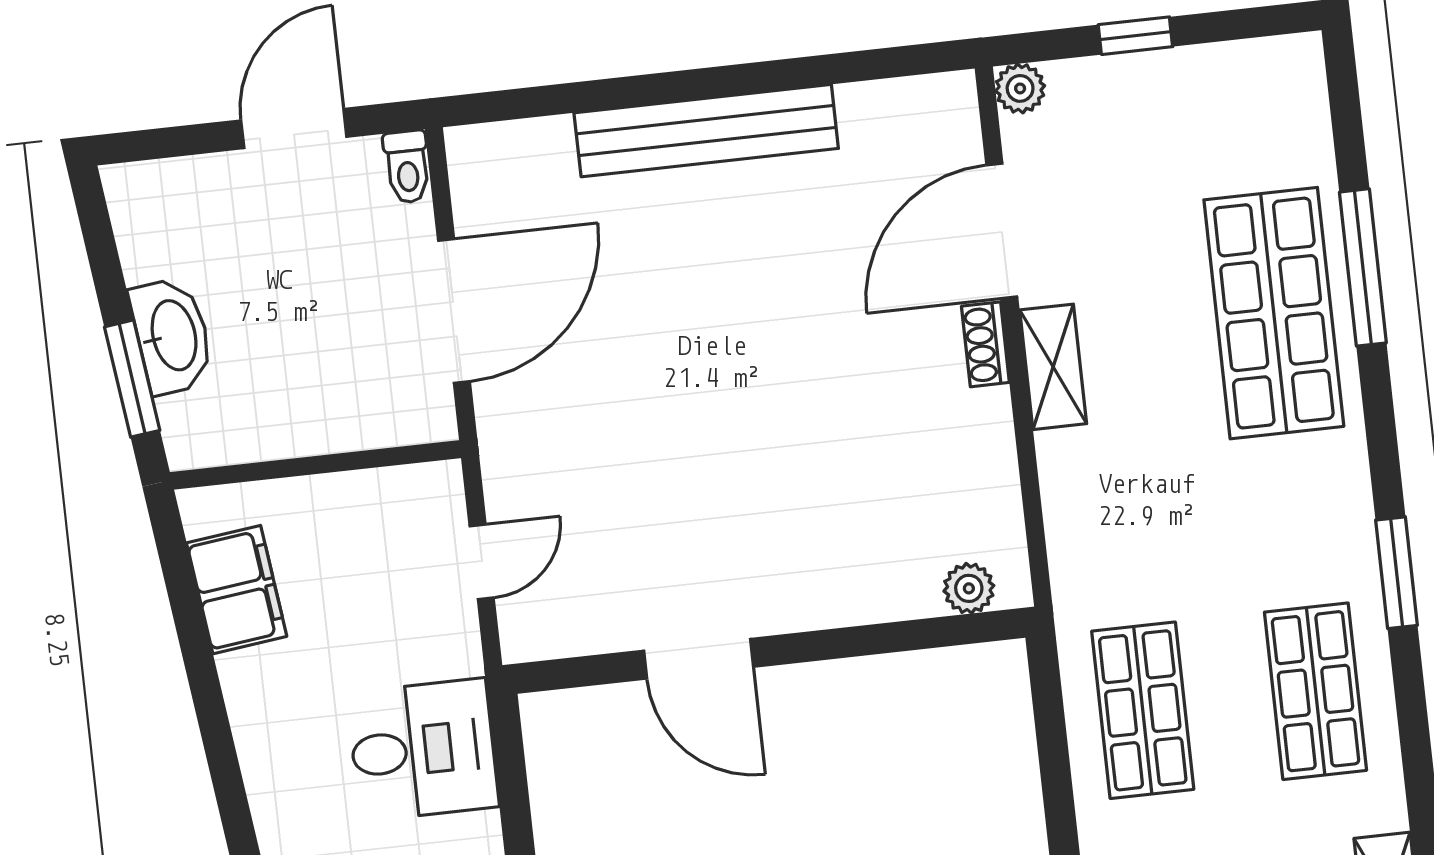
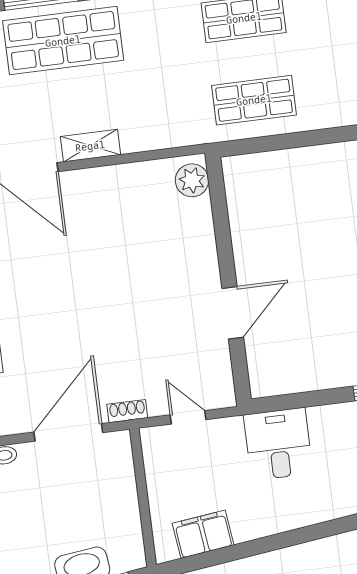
door: (454, 311) -> (68, 432), hinge flipped
shoe rack: (985, 344) -> (127, 411), moved, turned 180
plant: (969, 588) -> (192, 180), width x1.38, depth x1.38

